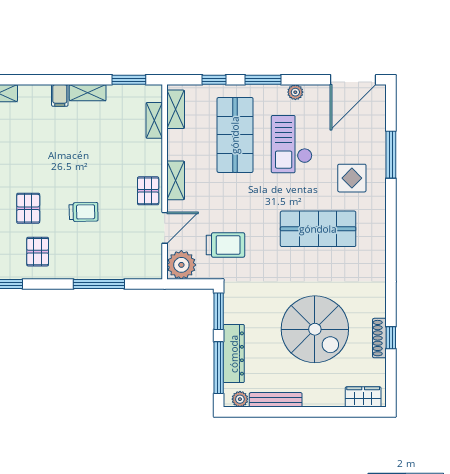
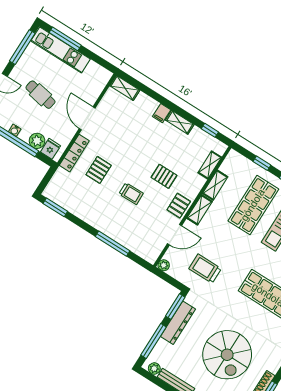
window: (129, 80) -> (210, 130), width x0.67
shelving: (176, 109) -> (215, 185), moved
trolley: (225, 245) -> (205, 269), turned 180
pallet: (38, 252) -> (164, 176), moved, turned 90
plant: (181, 265) -> (164, 265), width x0.53, depth x0.53
dresser: (234, 354) -> (178, 323), moved

